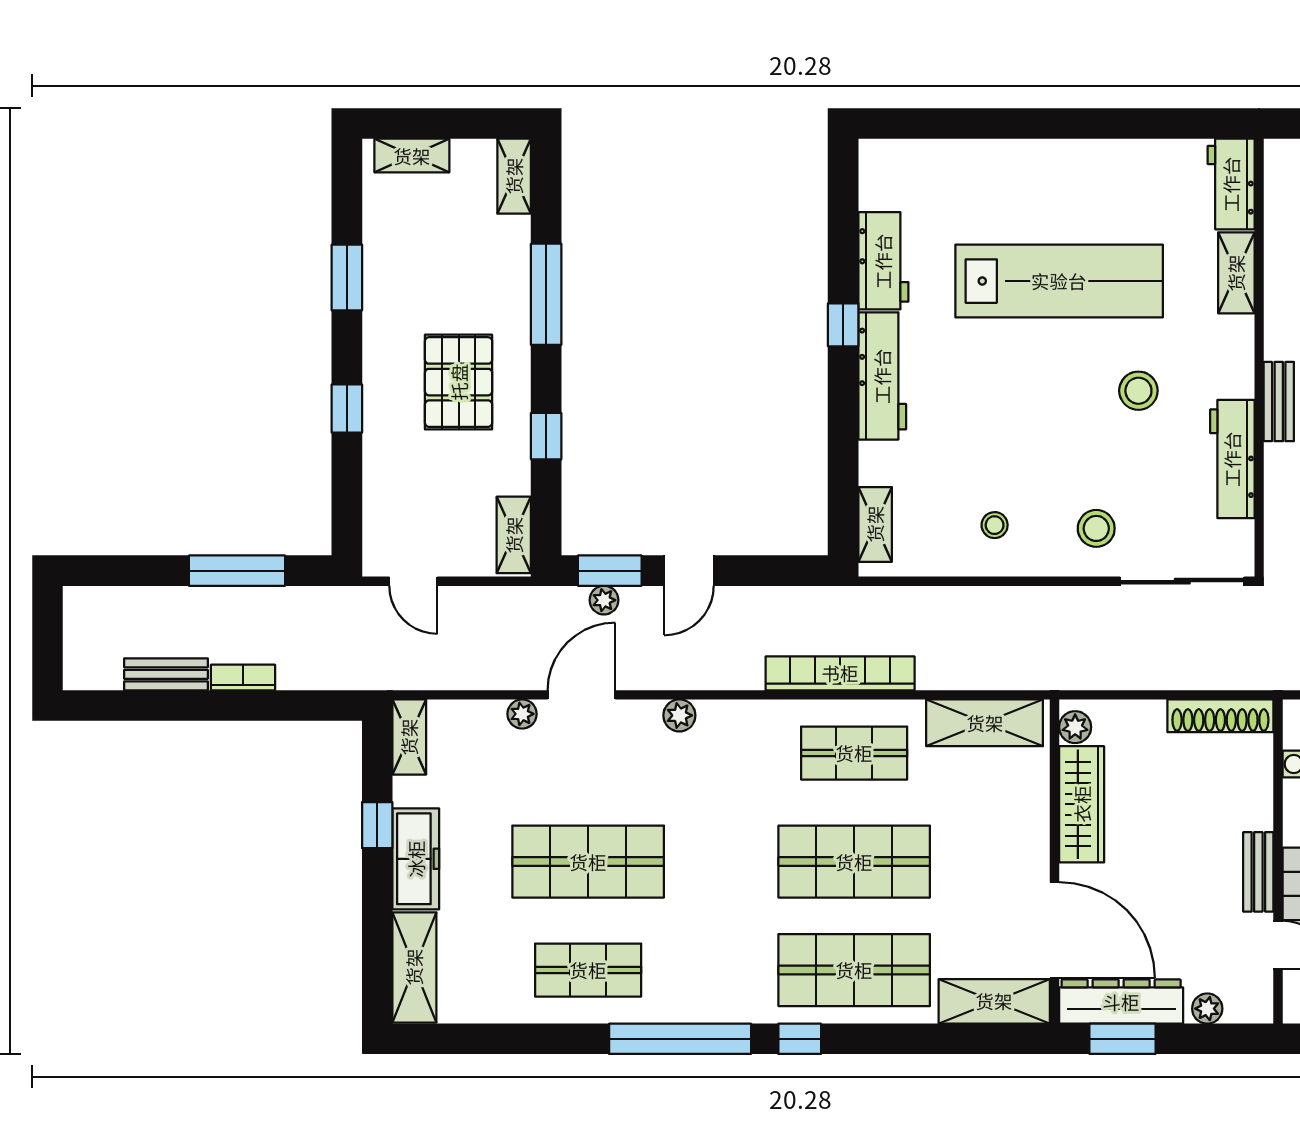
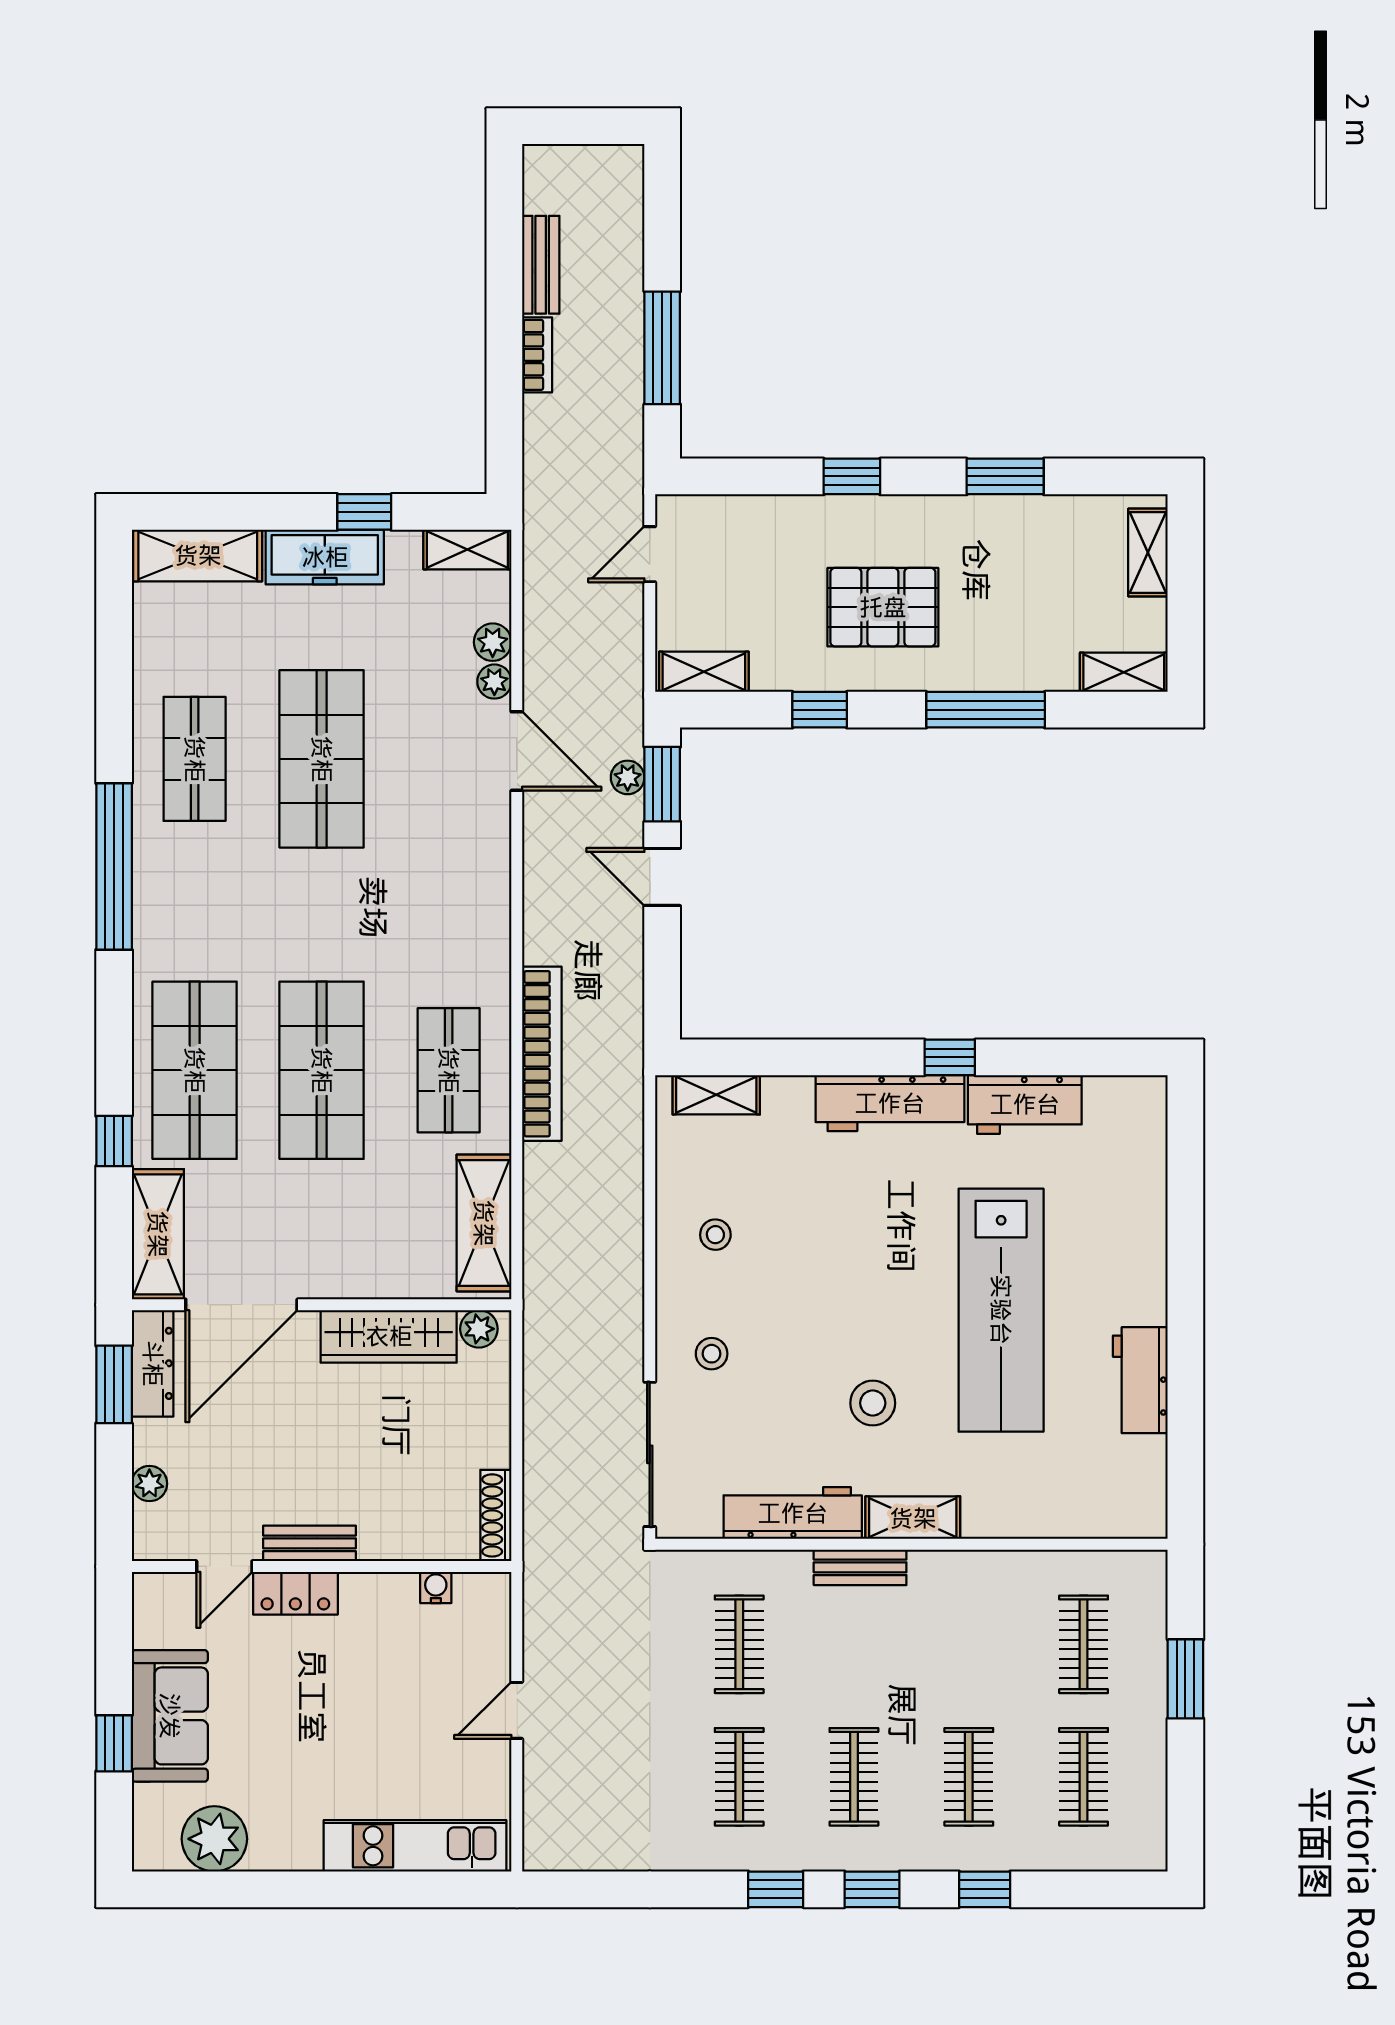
workbench: (1231, 184) -> (1140, 1380), moved, turned -90
shelving: (1236, 273) -> (913, 1518), moved
stool: (1096, 528) -> (712, 1354), width x0.73, depth x0.73
plant: (679, 715) -> (493, 642), moved
shoe rack: (1220, 716) -> (496, 1515), width x0.74, depth x0.81
dresser: (1121, 1002) -> (153, 1363), width x0.73, depth x0.80
window: (800, 1039) -> (114, 1141), moved

